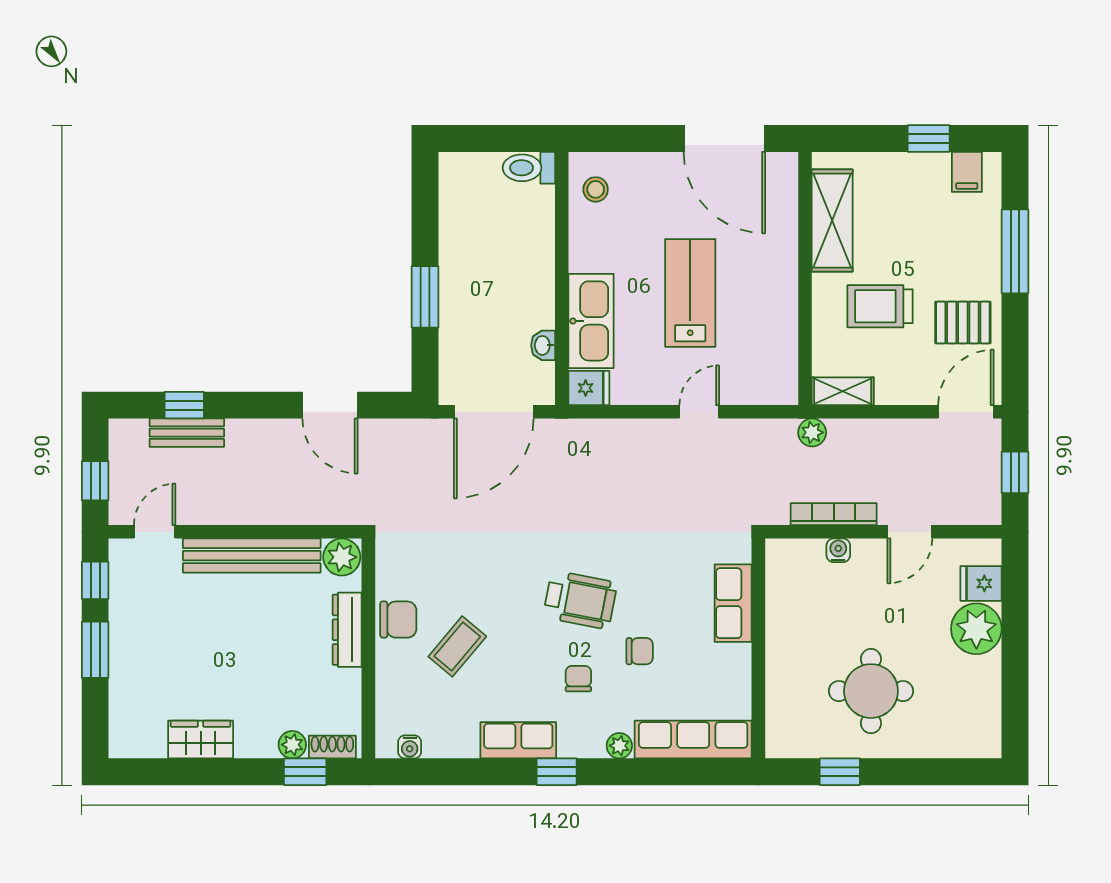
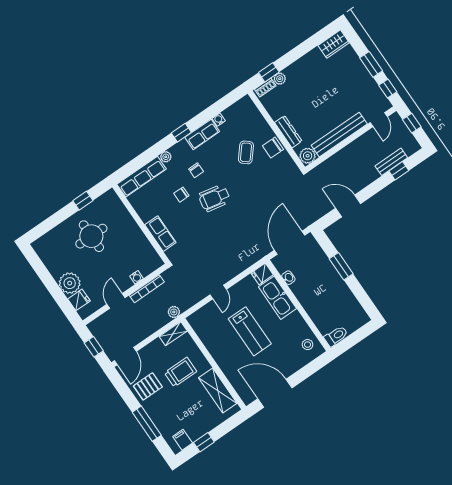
wardrobe: (201, 740) -> (334, 44), moved
water cooler: (410, 747) -> (219, 120), moved

